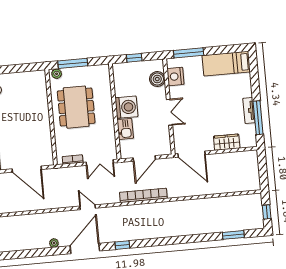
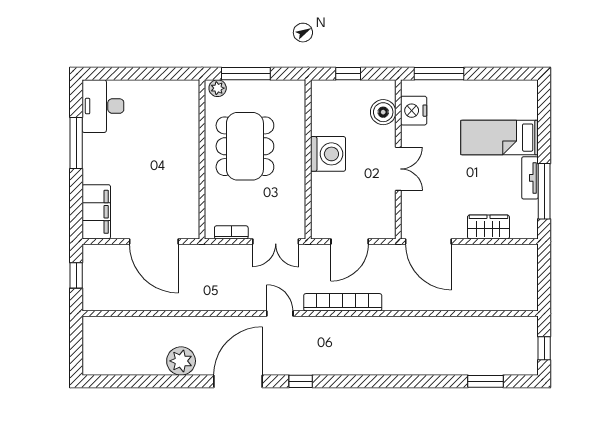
bed: (226, 64) -> (499, 138), moved
kitchen sink: (125, 129) -> (323, 190), removed
door: (88, 207) -> (280, 314), moved
plant: (54, 243) -> (181, 361), width x1.87, depth x1.87

